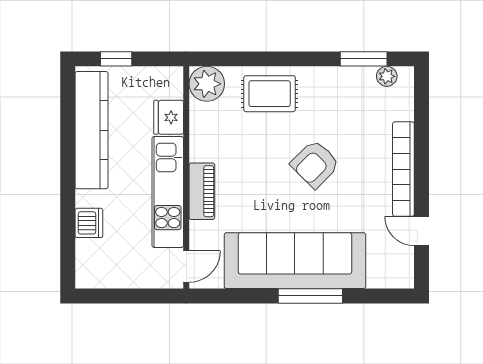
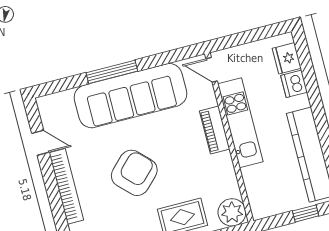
fridge: (169, 117) -> (287, 58), moved, turned 180
armchair: (315, 164) -> (134, 173), width x1.36, depth x1.36
door: (186, 266) -> (212, 70), hinge flipped

